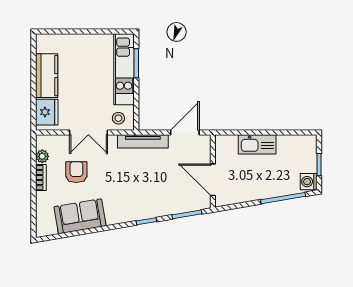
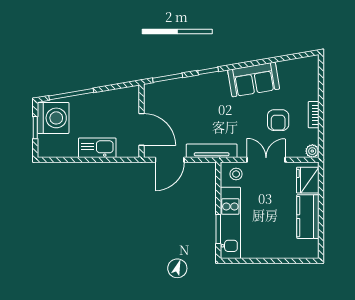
plant: (42, 156) -> (312, 151), moved
door: (213, 180) -> (142, 129), moved
washing machine: (309, 182) -> (53, 118), width x1.89, depth x1.89
sofa: (80, 216) -> (254, 79), moved

